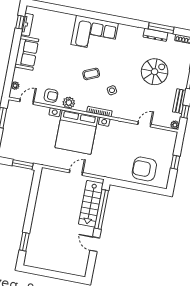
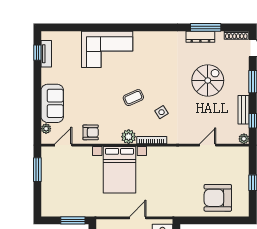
corner sofa: (95, 34) -> (107, 49), moved
sofa: (27, 53) -> (52, 103), moved
plant: (69, 103) -> (129, 137), moved
bed with nightstands: (77, 132) -> (120, 170), width x0.73

